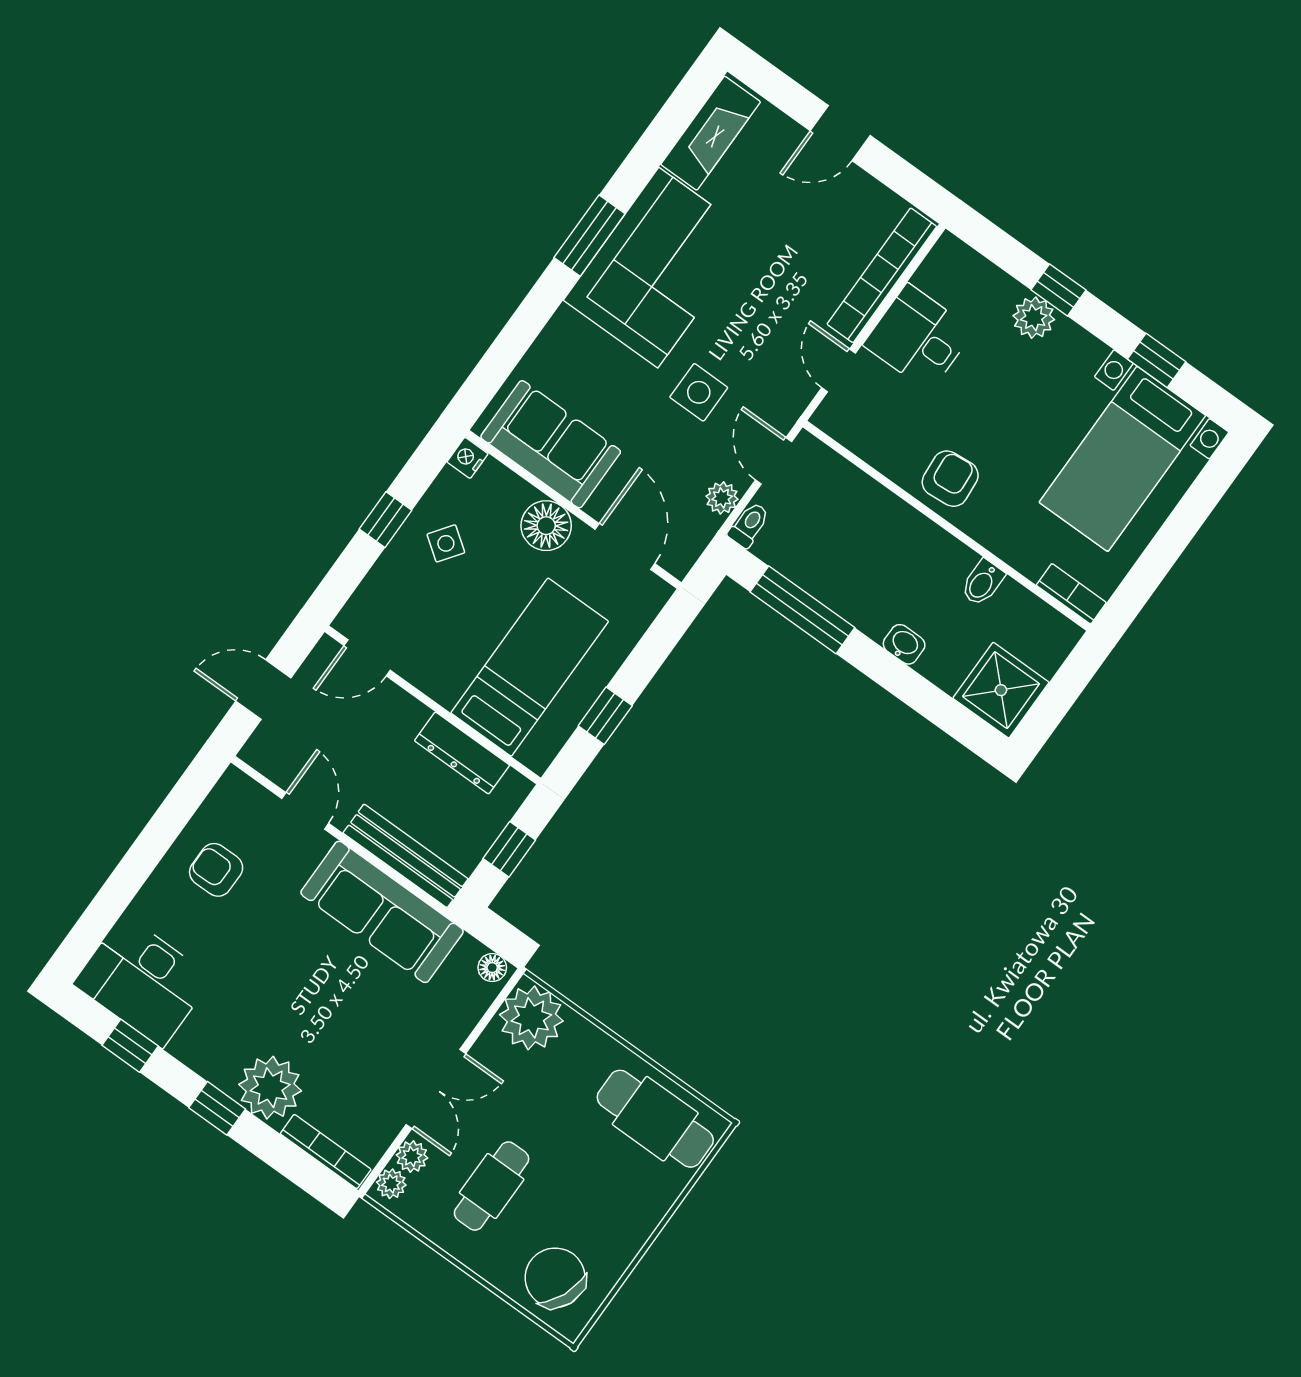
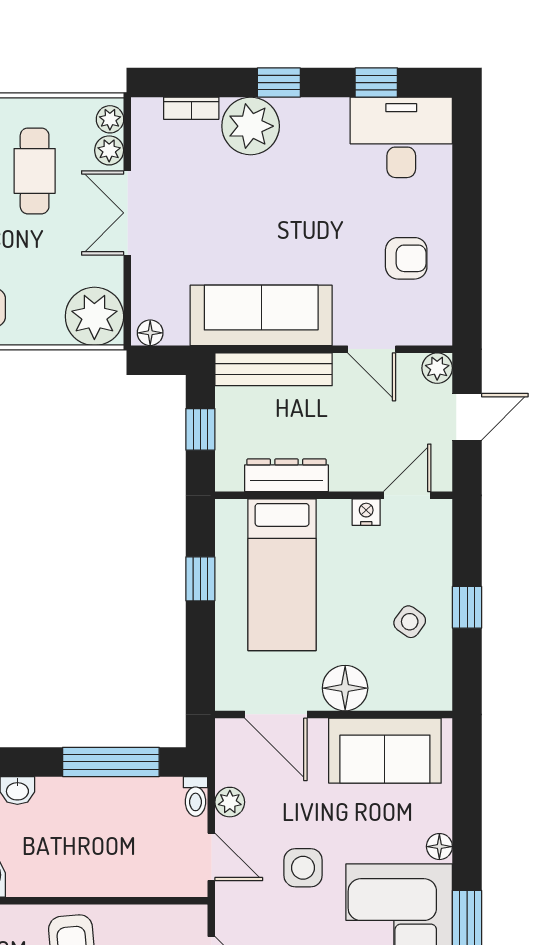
floor lamp: (564, 324) -> (439, 847), added
nightstand: (468, 458) -> (366, 512), moved, turned -90
plant: (259, 752) -> (437, 368), added
bookcase: (326, 1151) -> (191, 108), width x0.64

